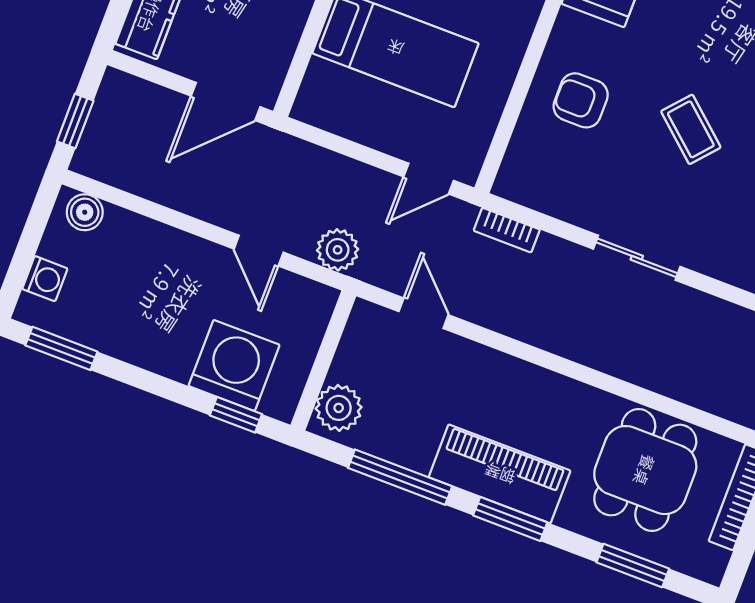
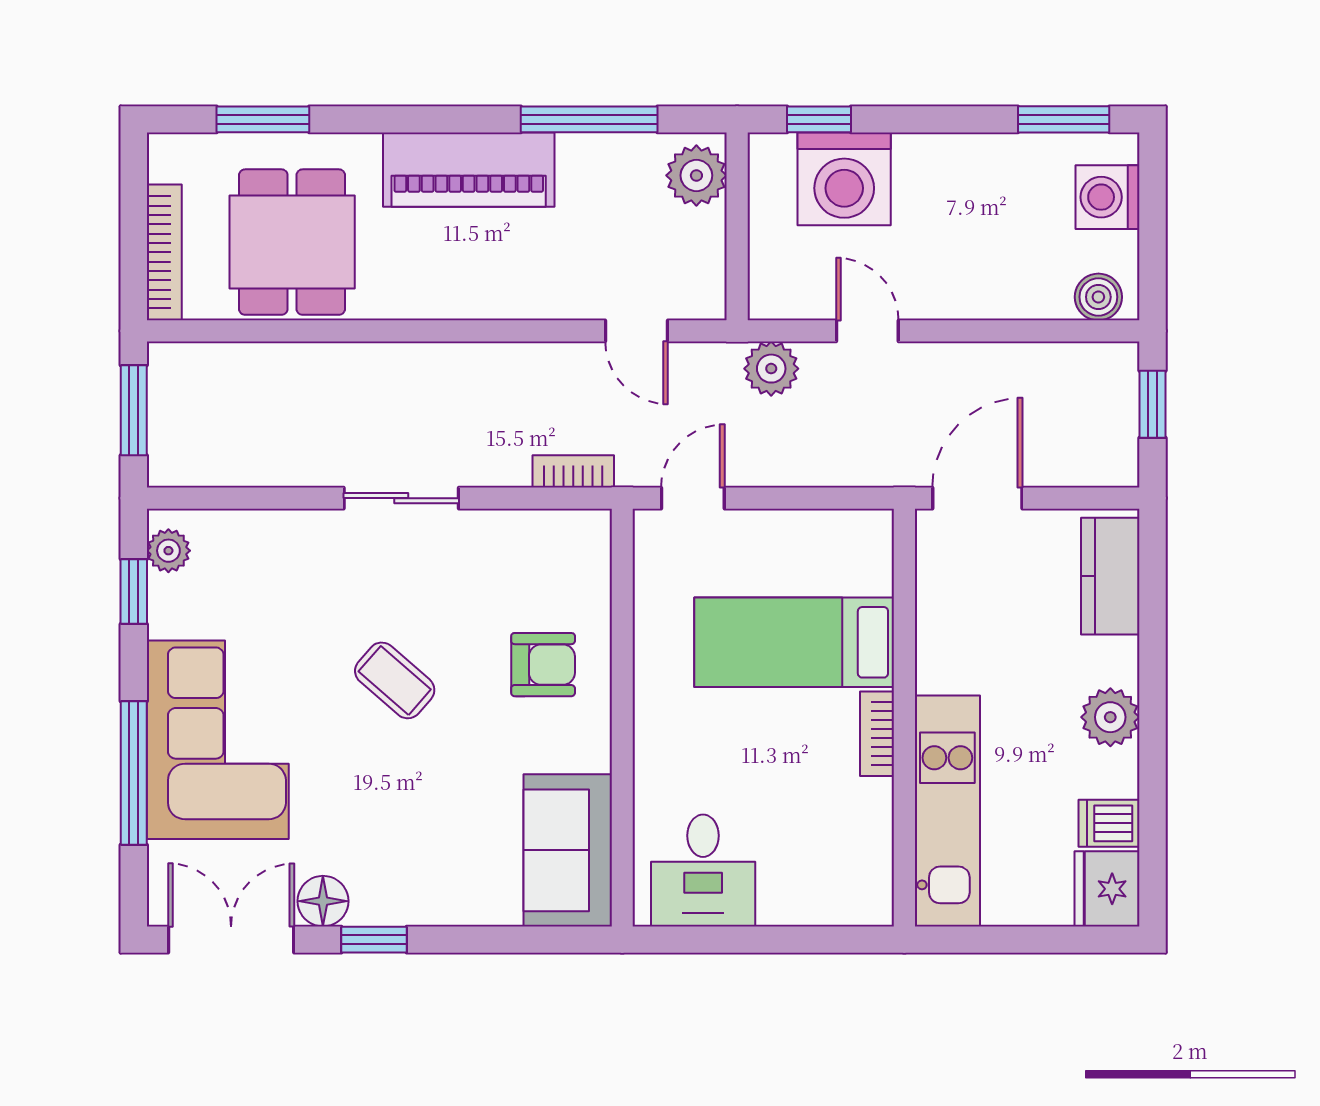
washing machine: (45, 279) -> (1107, 197), width x1.38, depth x1.38
window: (510, 519) -> (435, 119), removed

